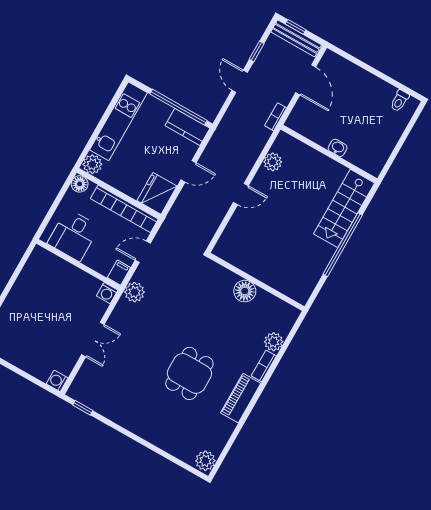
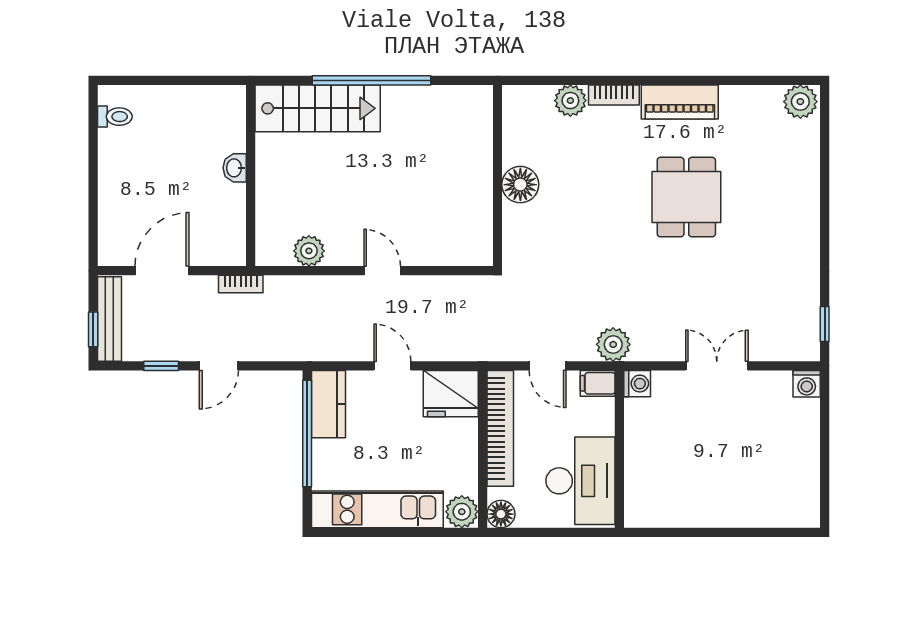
desk: (73, 235) -> (581, 481), width x1.37
dining table: (189, 373) -> (686, 197), turned 90

